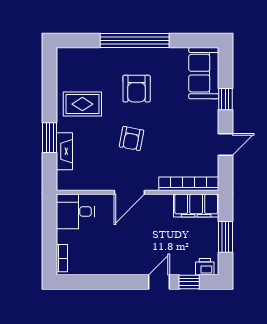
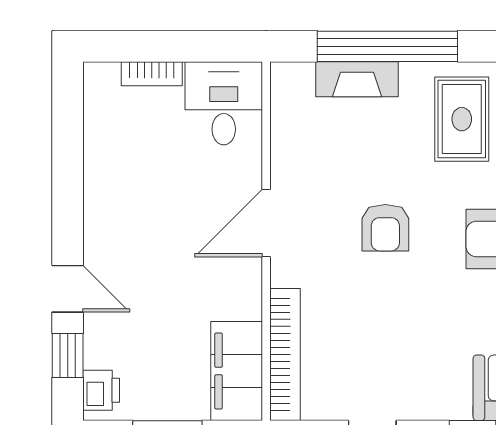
window: (50, 138) -> (387, 46), width x2.11
armchair: (131, 138) -> (385, 228), turned -101
door: (129, 192) -> (266, 223), hinge flipped
bookcase: (62, 258) -> (152, 74), moved

